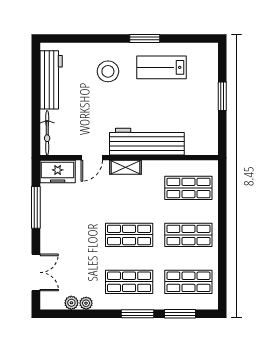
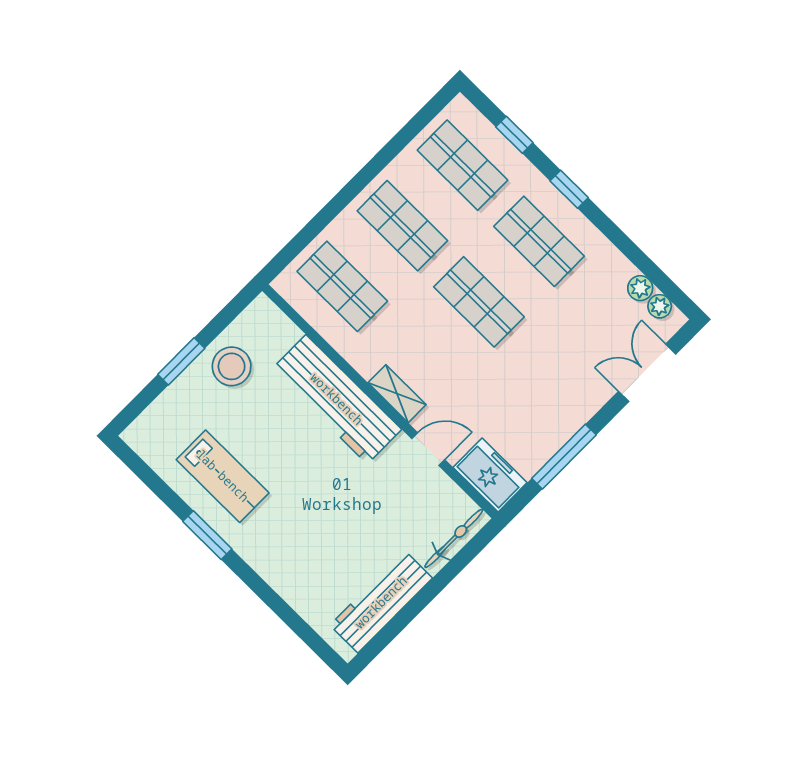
stool: (108, 71) -> (232, 366), moved
plant: (86, 303) -> (660, 306), moved
window: (137, 314) -> (569, 189), width x0.67
window: (180, 314) -> (514, 135), width x0.67

